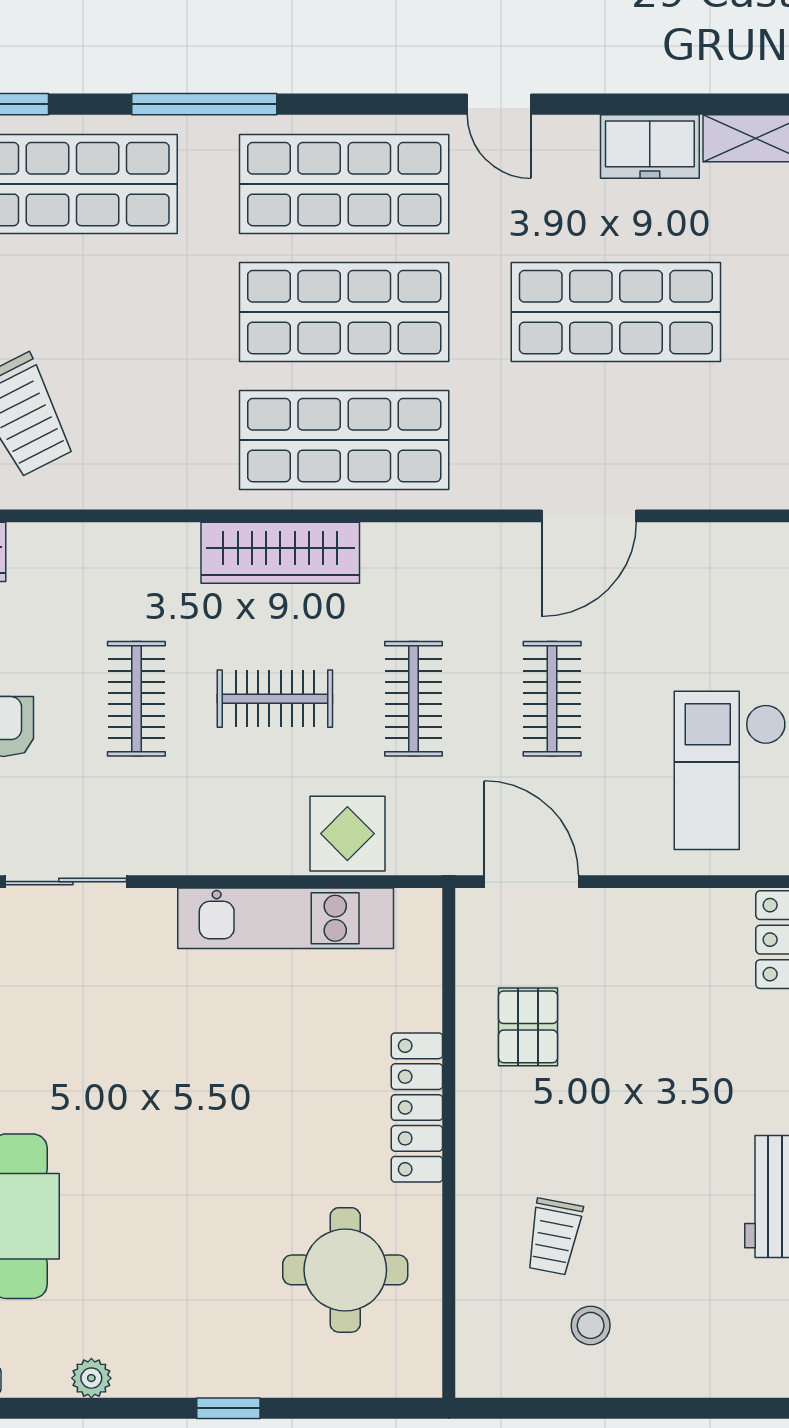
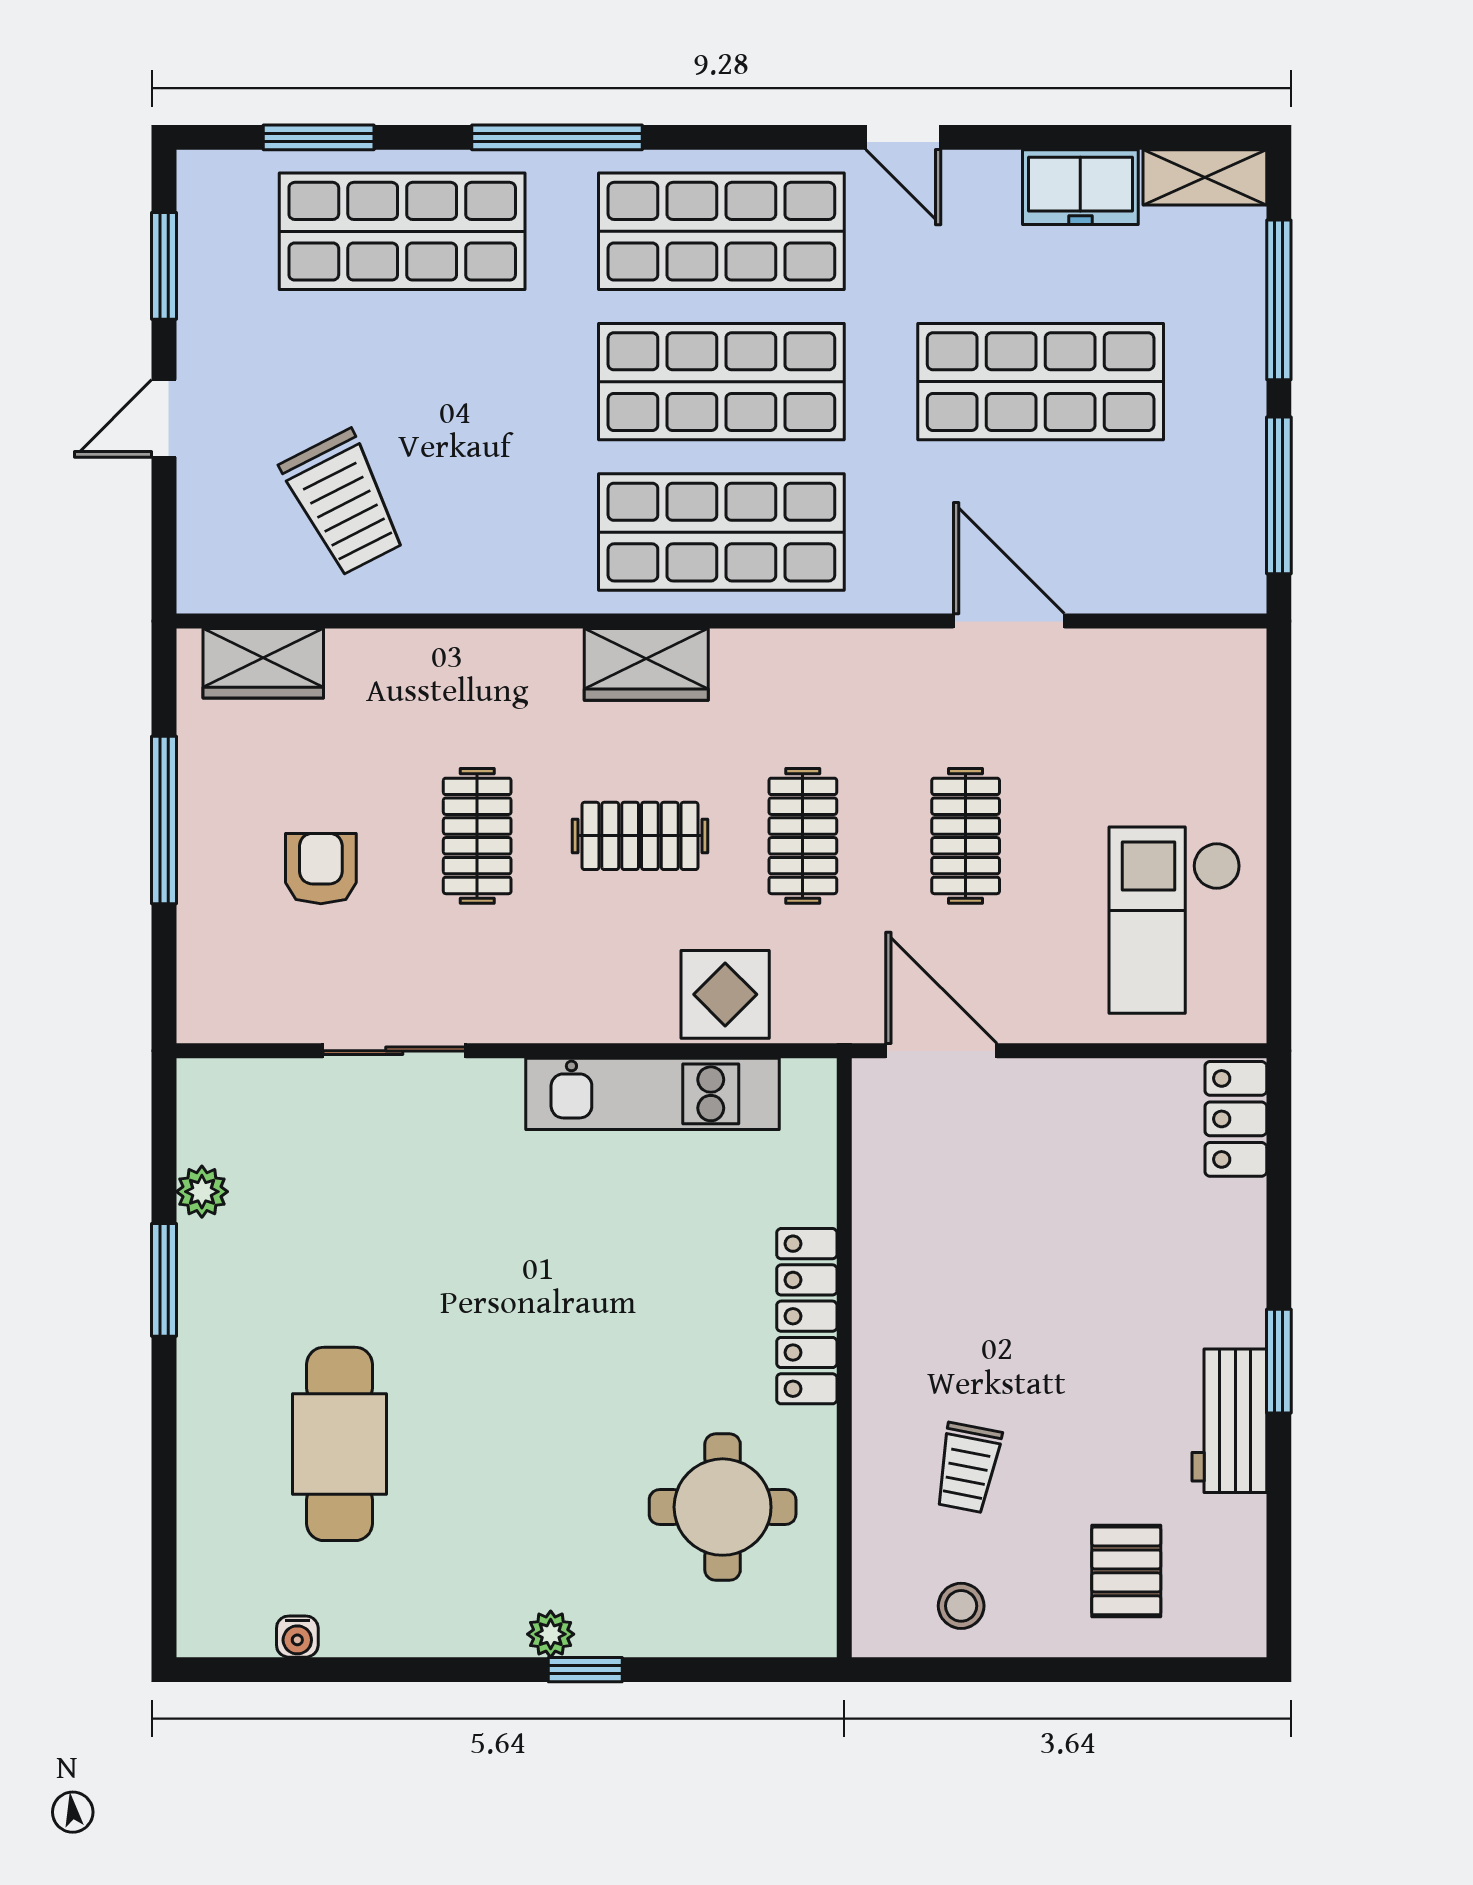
door: (589, 516) -> (1009, 621), swing flipped
wardrobe: (280, 553) -> (646, 664), width x0.67
pallet: (528, 1027) -> (1126, 1571), moved
stool: (591, 1325) -> (961, 1606), moved
plant: (91, 1378) -> (551, 1634), moved

